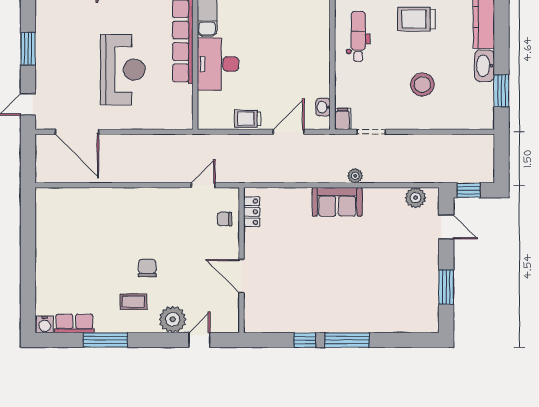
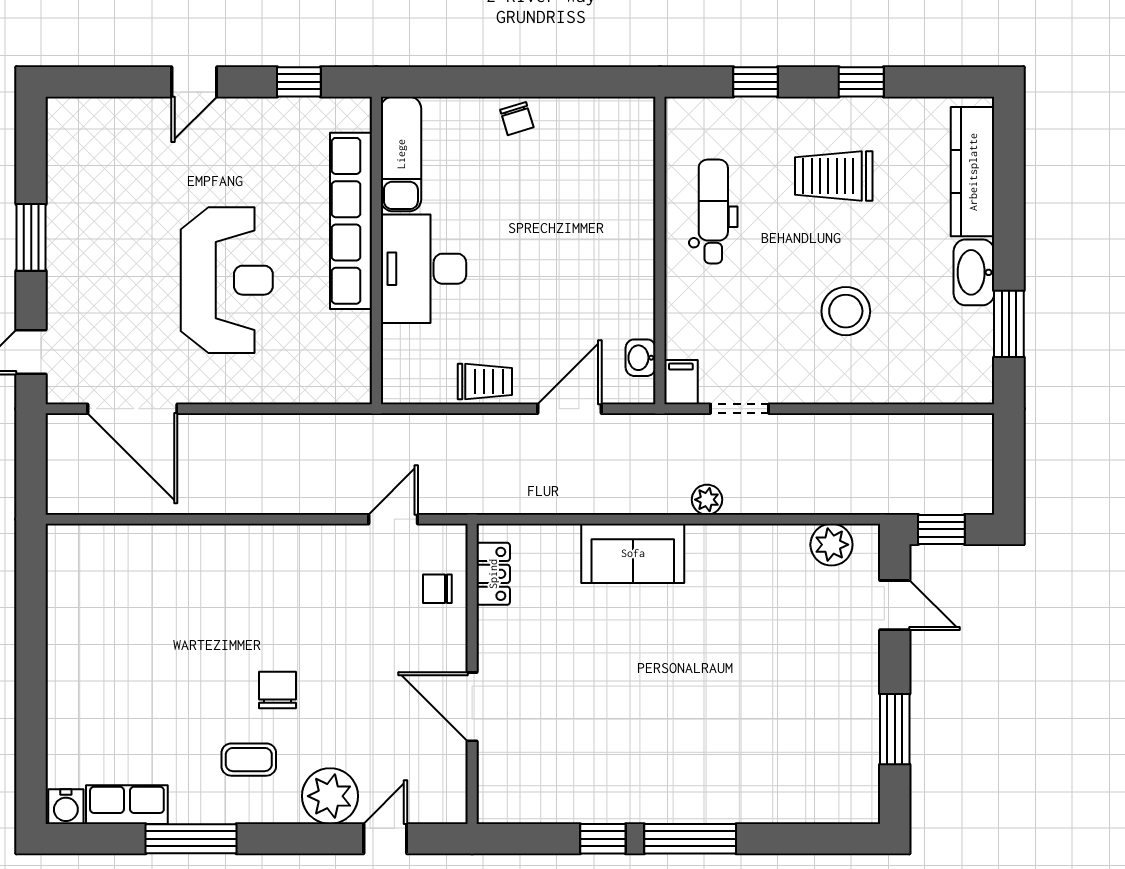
trolley: (248, 119) -> (485, 382), turned 180
sofa: (337, 202) -> (633, 553), moved

